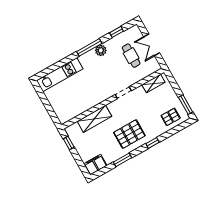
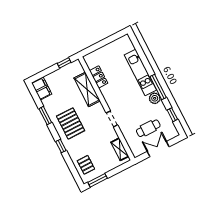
kitchen unit: (60, 75) -> (140, 73), moved
locker: (81, 108) -> (99, 77), added

